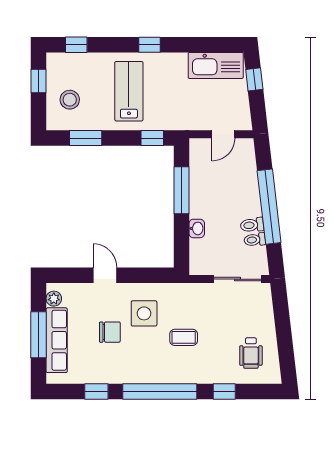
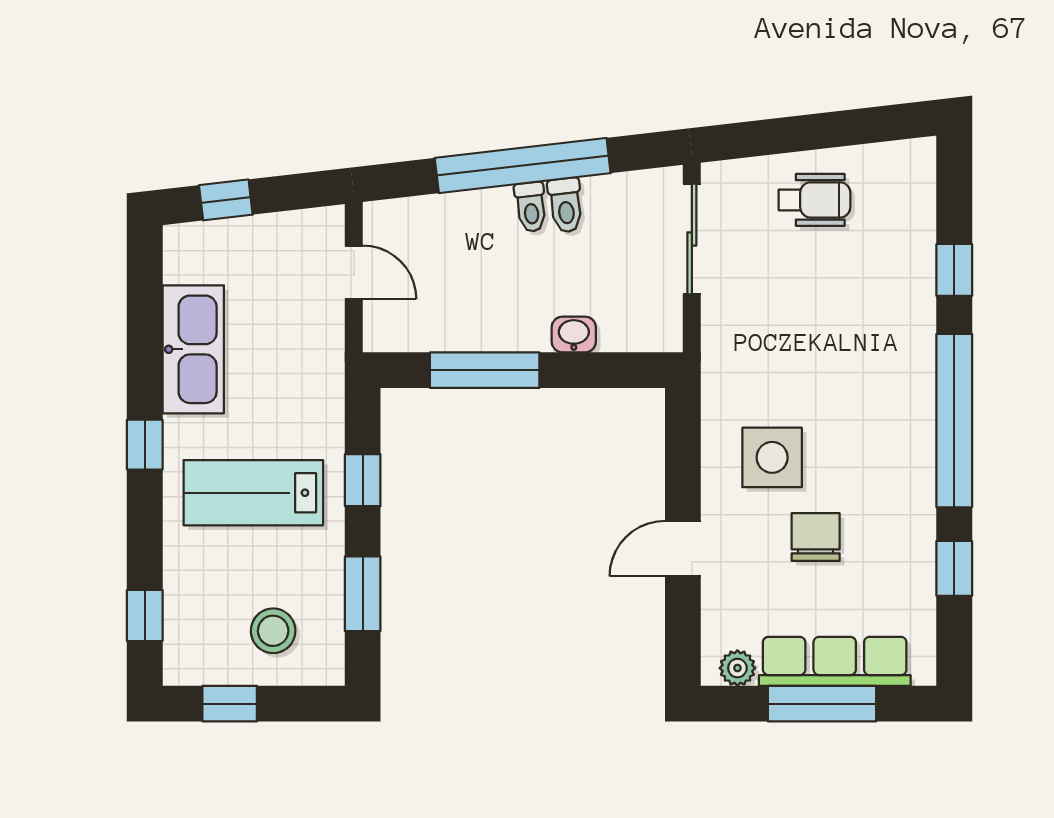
kitchen sink: (216, 65) -> (193, 349), moved
window: (152, 138) -> (363, 480), moved
toilet: (255, 240) -> (531, 207), moved
coffee table: (184, 337) -> (828, 365), removed
wheelchair: (251, 353) -> (814, 200), moved

